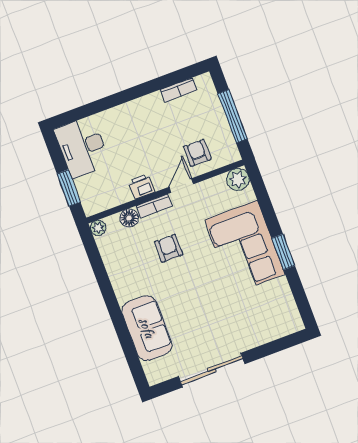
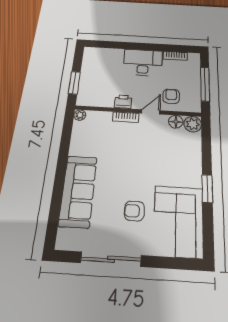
desk: (82, 147) -> (143, 62), moved, turned 90
floor lamp: (129, 218) -> (176, 122), moved
corner sofa: (245, 247) -> (178, 221), moved
armchair: (169, 248) -> (134, 211), moved, turned -90
sofa: (147, 328) -> (78, 191), width x1.36

